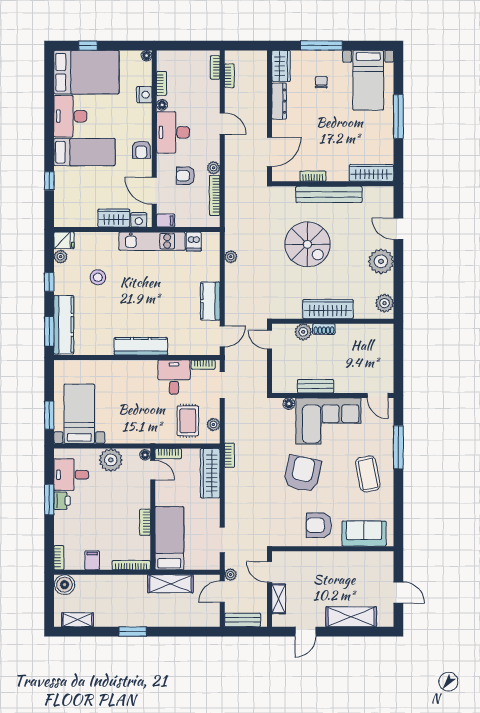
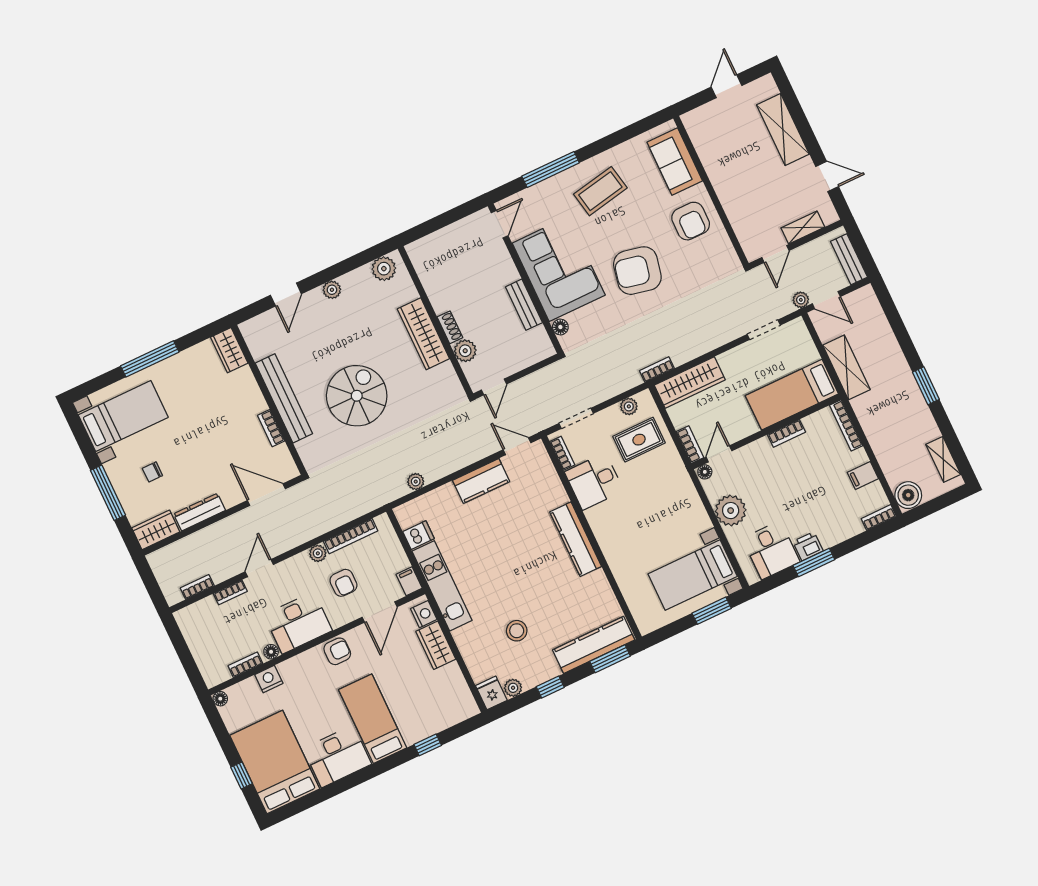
bookcase: (215, 67) -> (230, 592), moved
wardrobe: (371, 173) -> (229, 350), width x0.67
plant: (381, 261) -> (332, 290), width x0.53, depth x0.53

